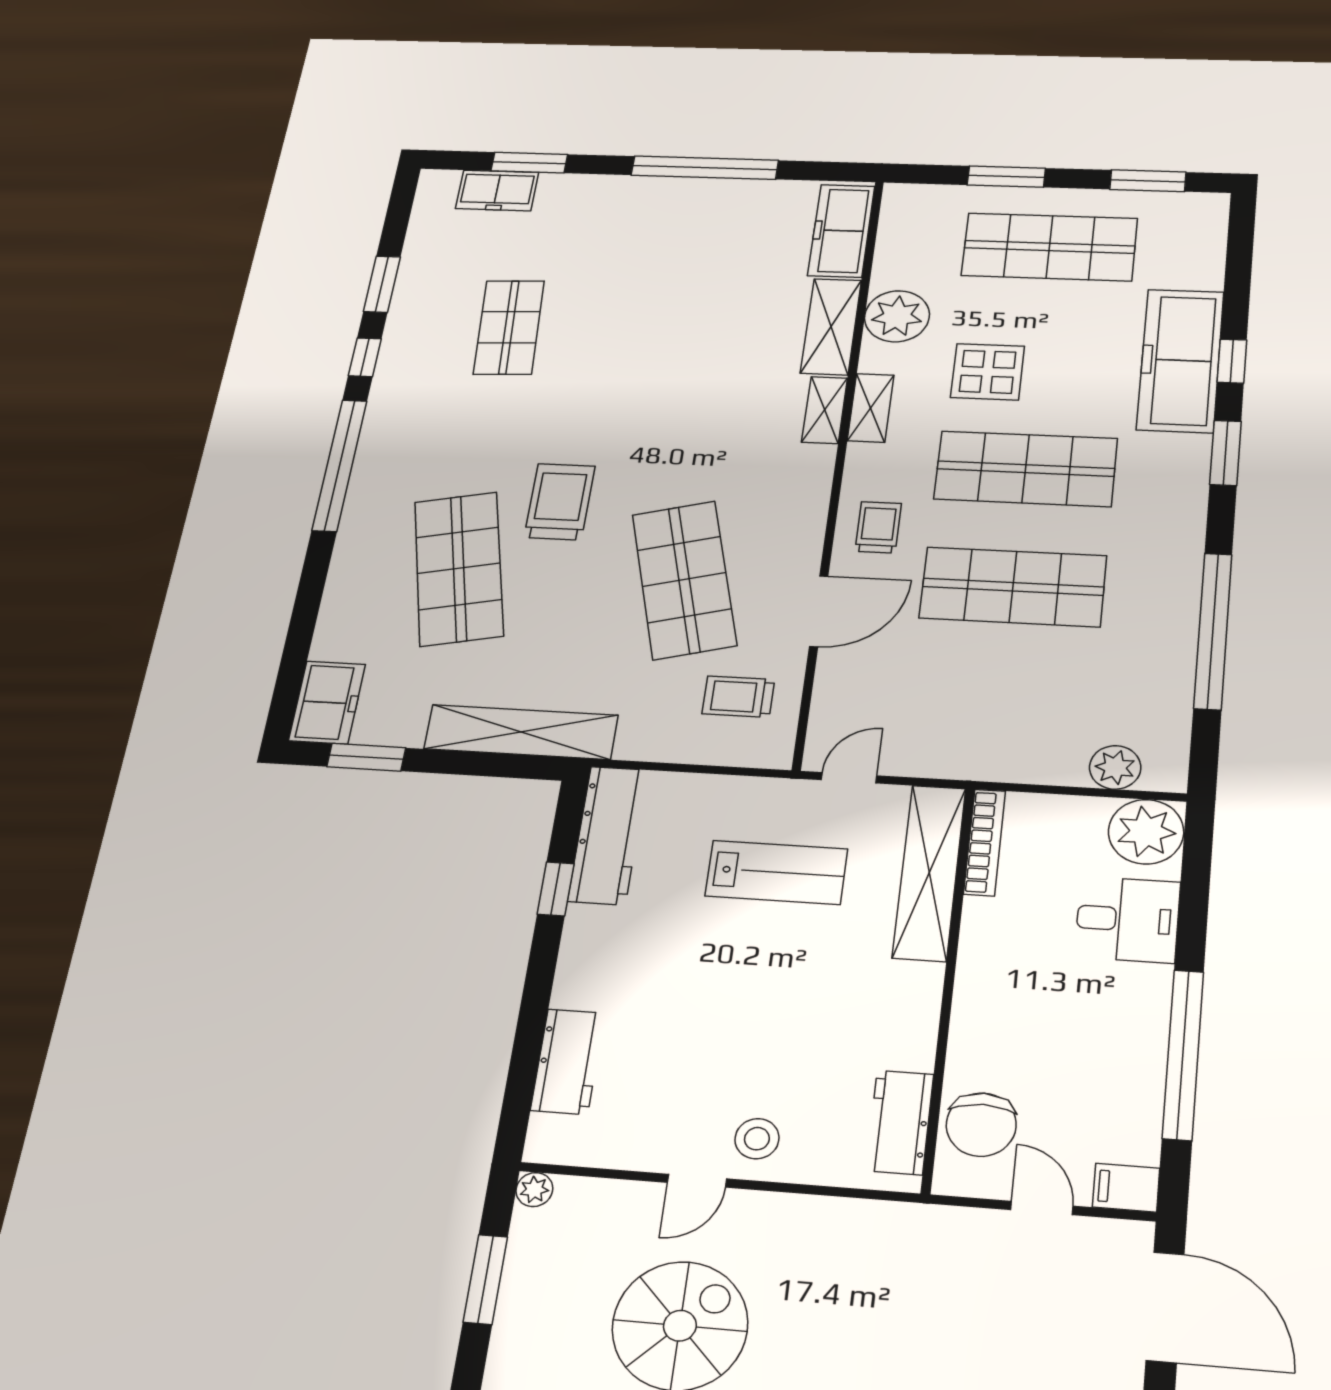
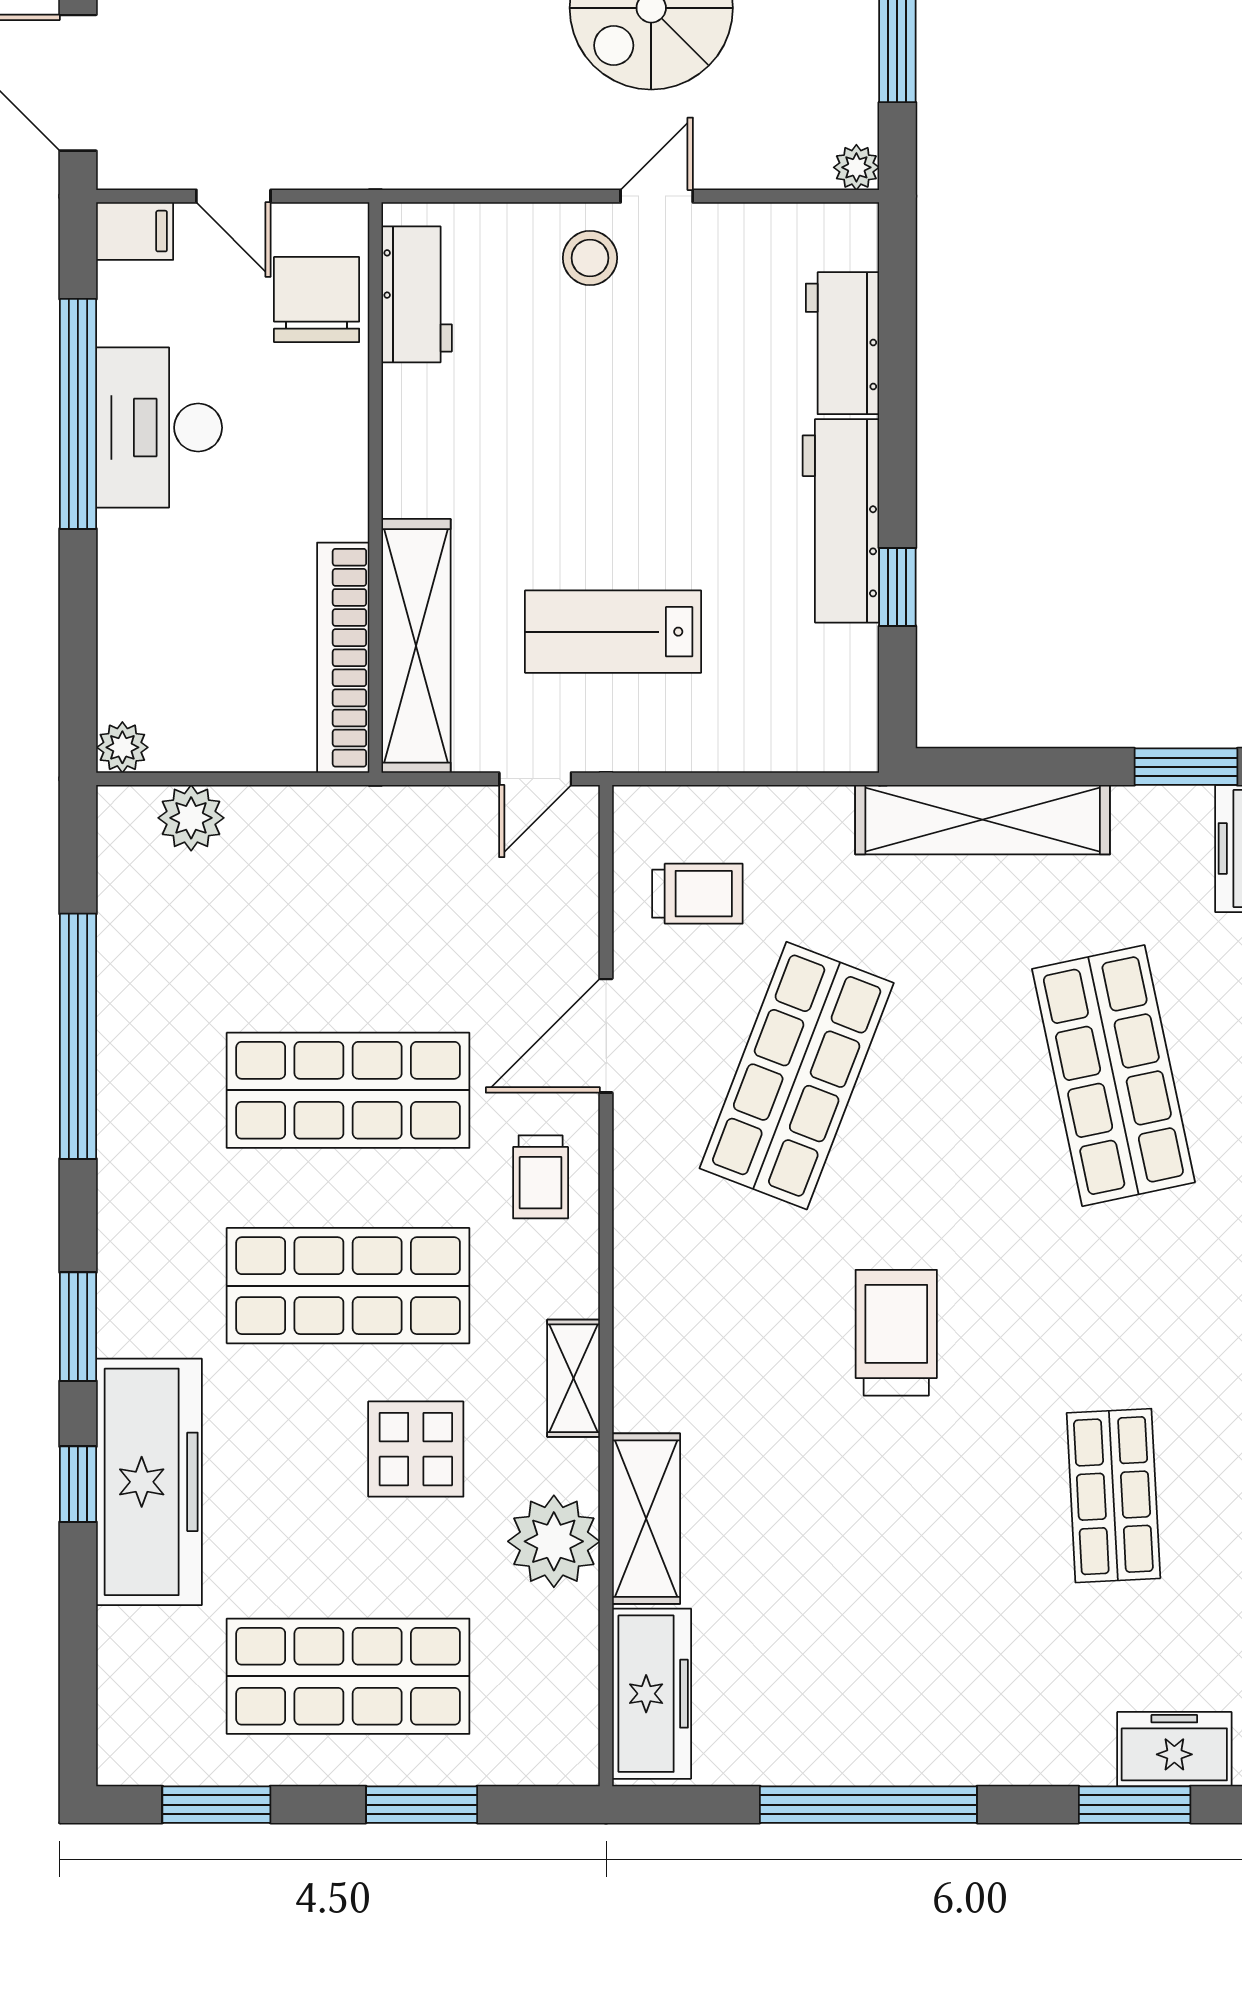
shelving: (825, 410) -> (638, 1371), removed
trolley: (560, 502) -> (896, 1333), moved, turned 180
shop shelf: (684, 580) -> (797, 1076), turned 36
plant: (1146, 832) -> (122, 747), width x0.53, depth x0.53
workbench: (608, 835) -> (841, 521), moved
bookcase: (985, 842) -> (343, 658), width x1.48, depth x1.31
desk: (1128, 919) -> (159, 428), moved, width x1.37

